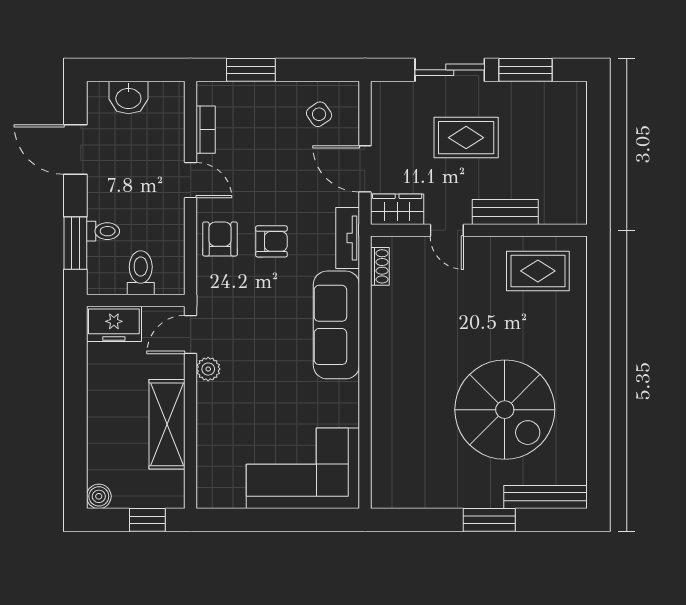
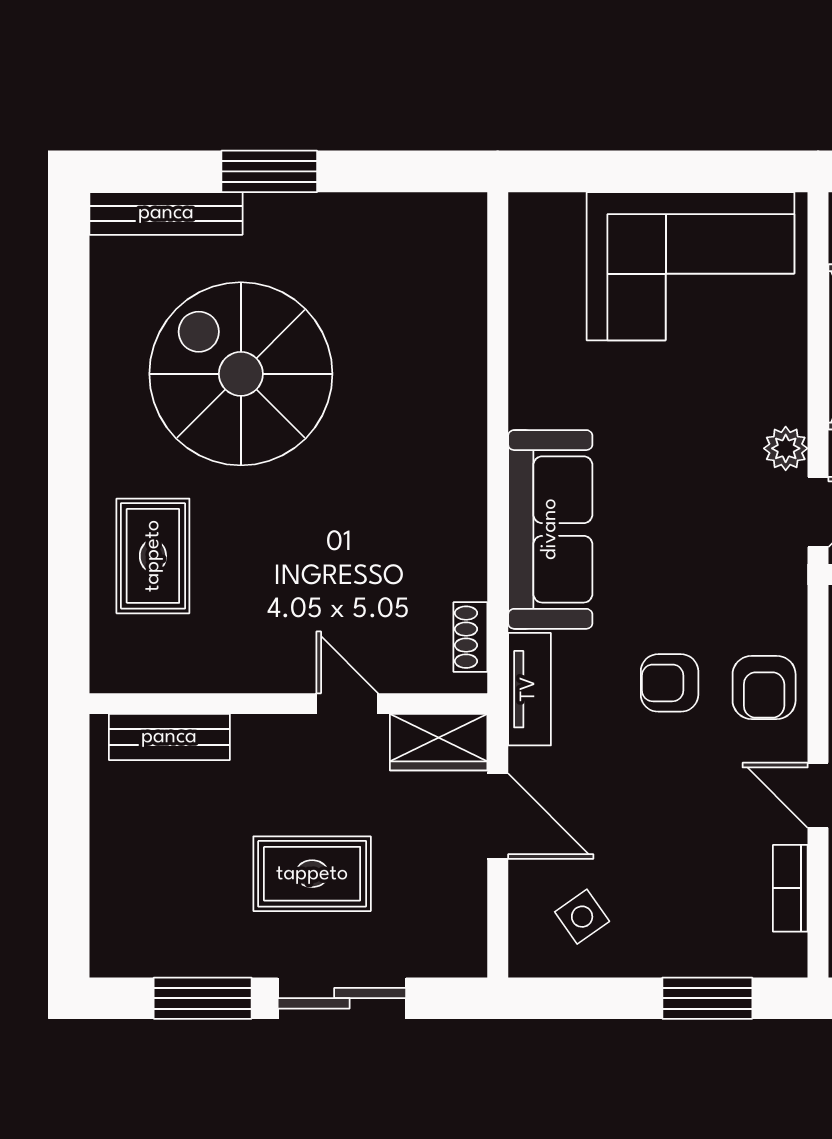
bench: (505, 212) -> (169, 737), moved
rug: (538, 271) -> (153, 556), moved, turned 90
corner sofa: (303, 468) -> (690, 266), moved

